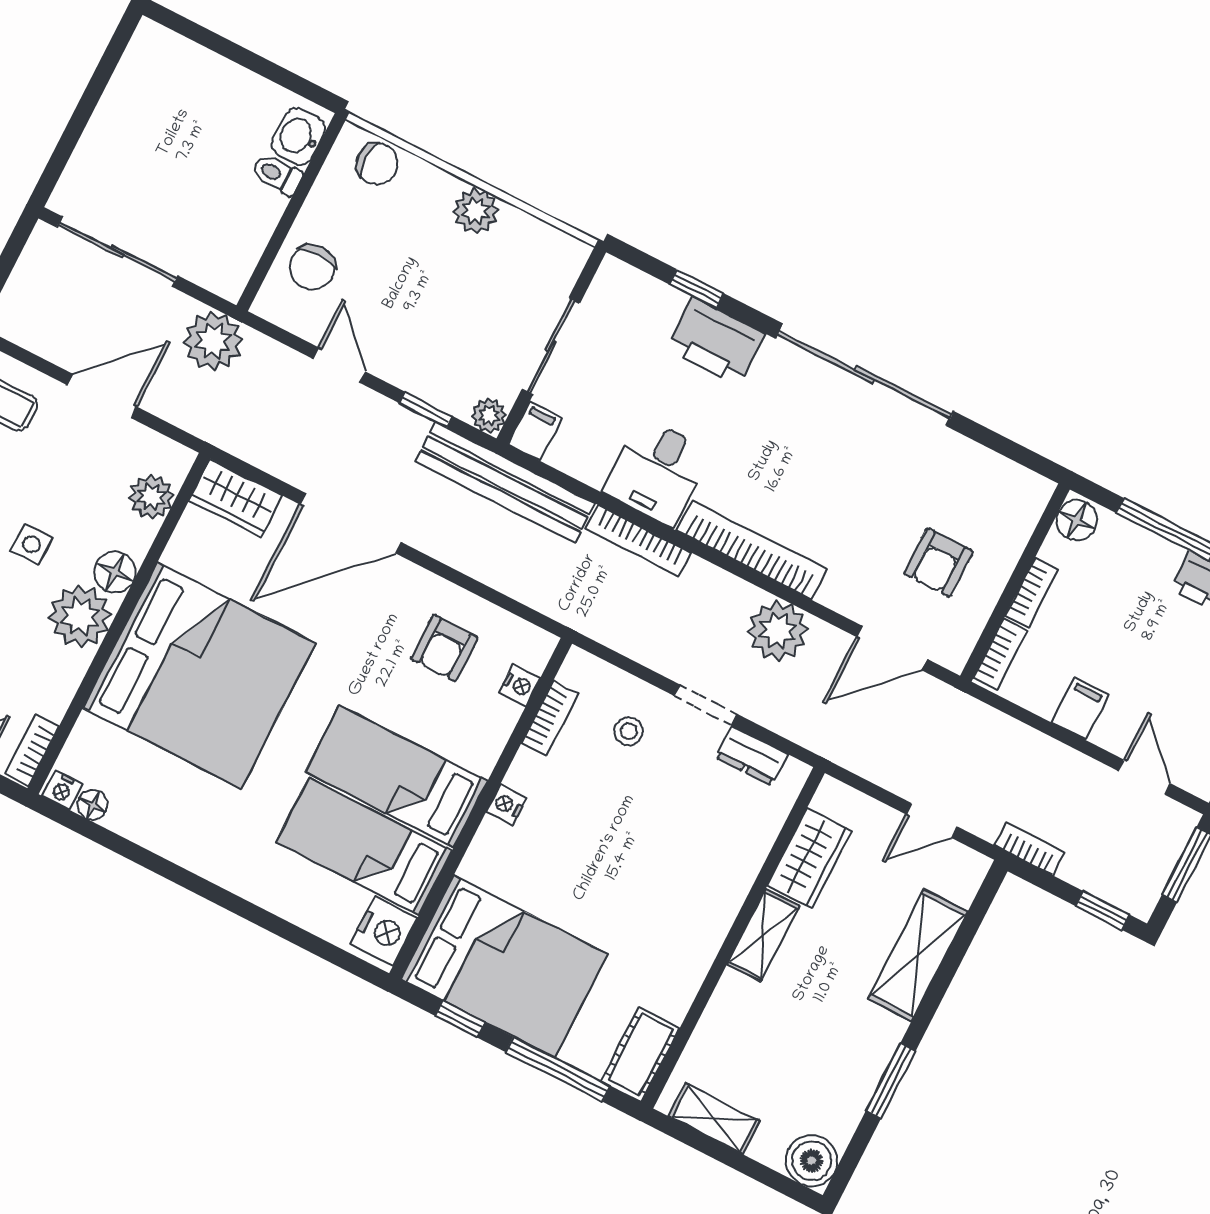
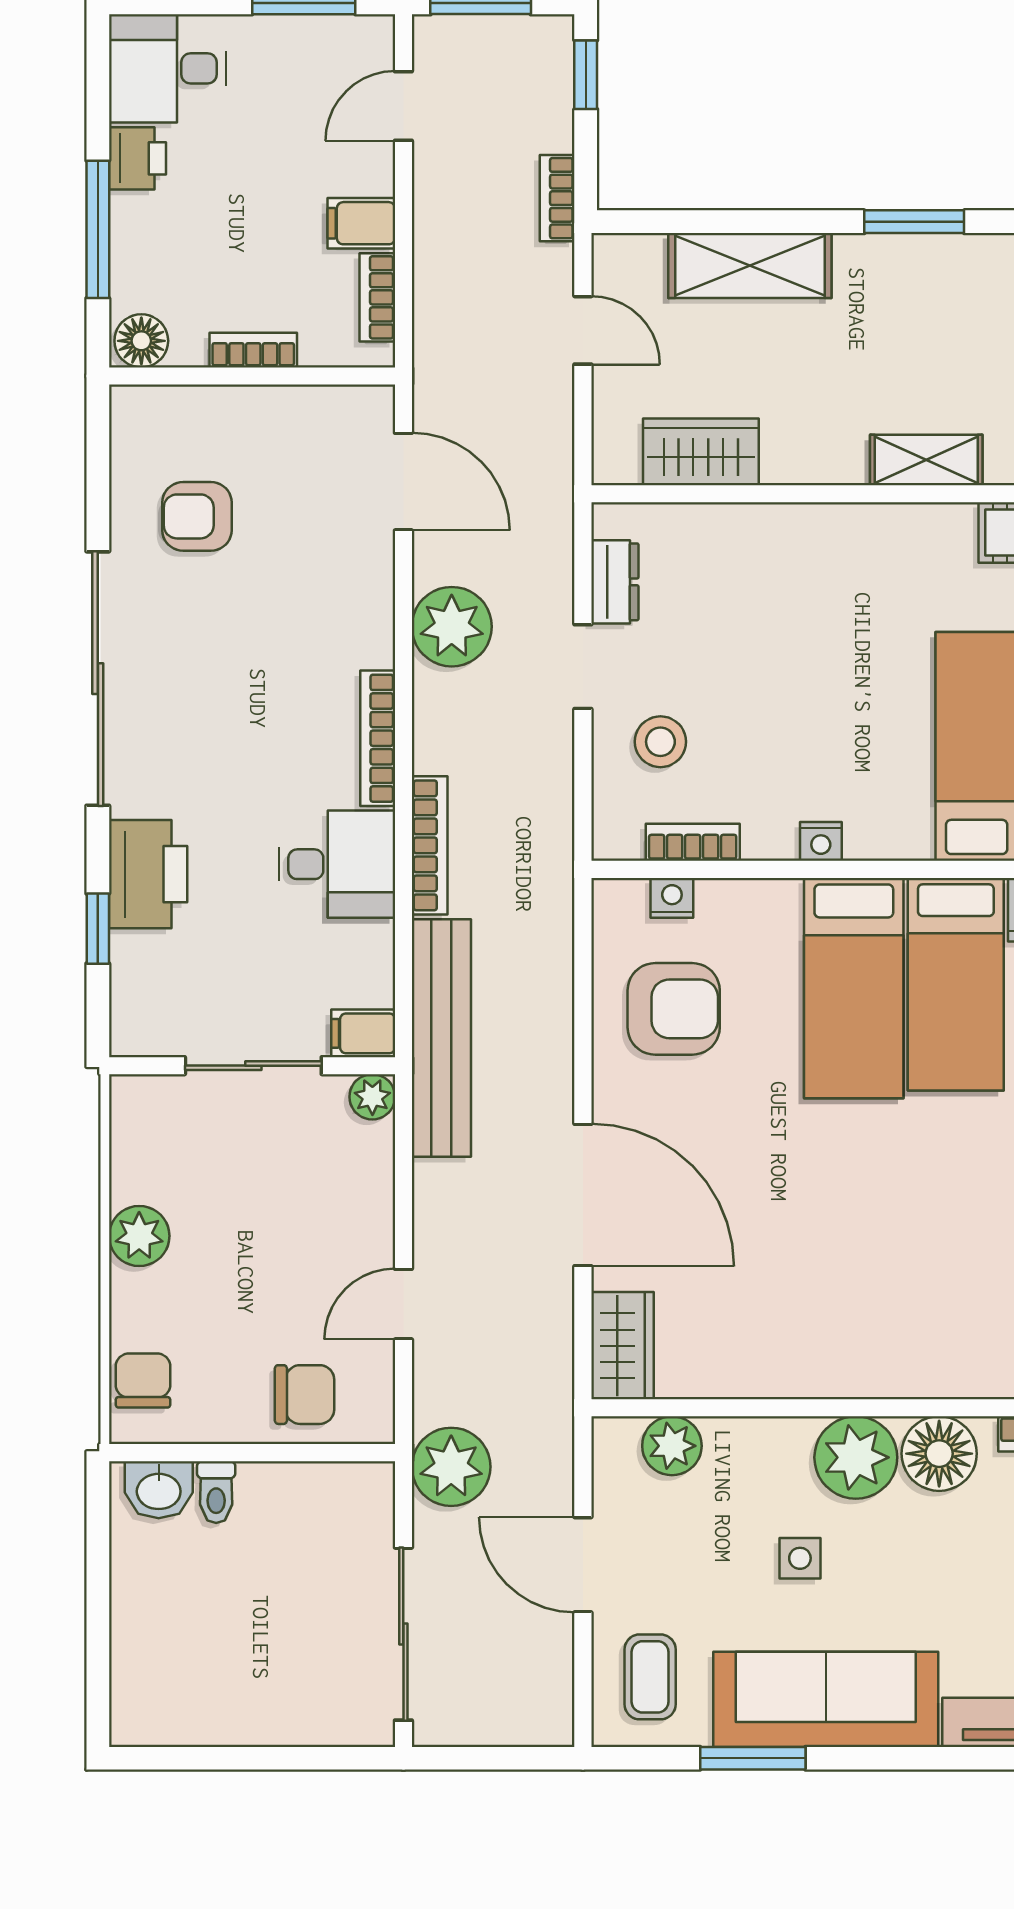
window: (426, 409) -> (403, 1175), removed
bookcase: (752, 550) -> (378, 738), width x0.68, depth x0.76
armchair: (938, 562) -> (197, 516), moved, turned 180
floor lamp: (115, 572) -> (939, 1454), moved, width x1.38, depth x1.38
armchair: (444, 648) -> (674, 1009), width x1.38, depth x1.38
bookcase: (1000, 655) -> (377, 297), moved, turned -90
bed: (199, 676) -> (854, 1282), removed
stool: (629, 731) -> (660, 742), width x1.37, depth x1.37
shelving: (763, 935) -> (926, 460), moved

